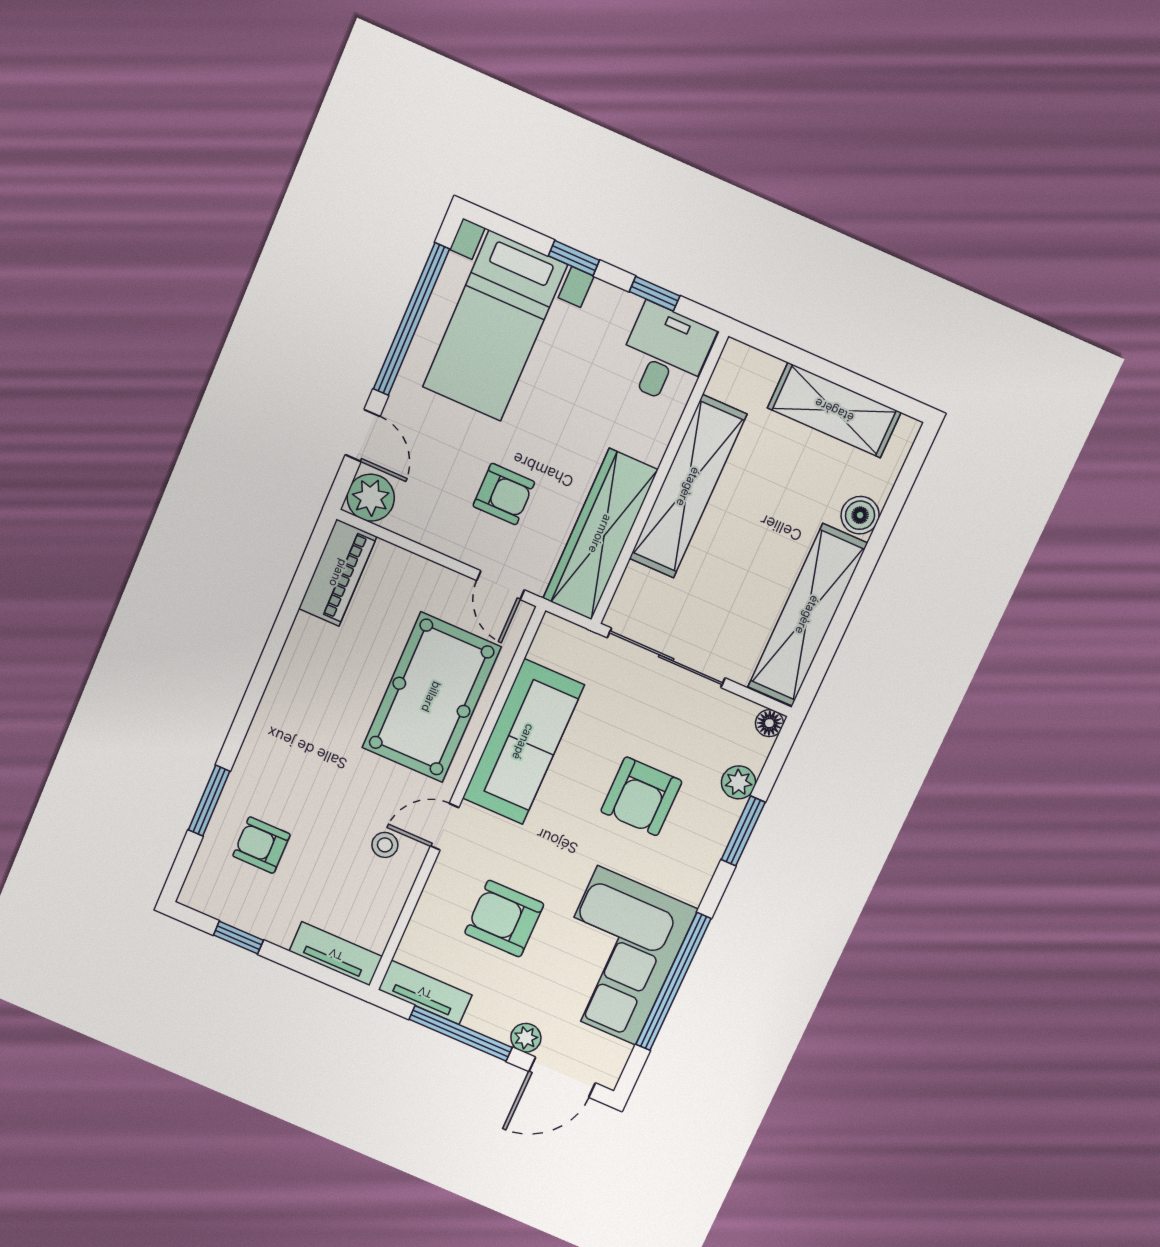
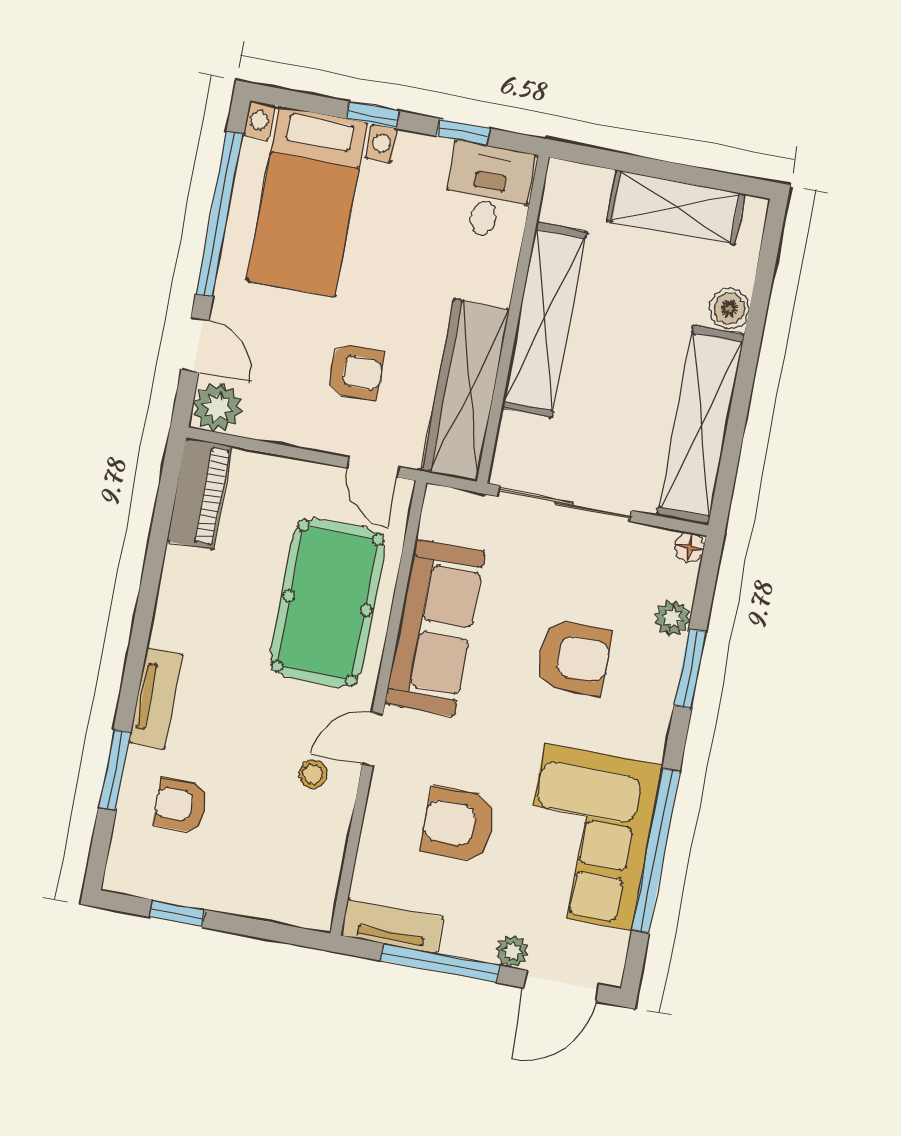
armchair: (641, 796) -> (574, 657), turned -90
tv unit: (336, 954) -> (156, 698), moved, turned 90

